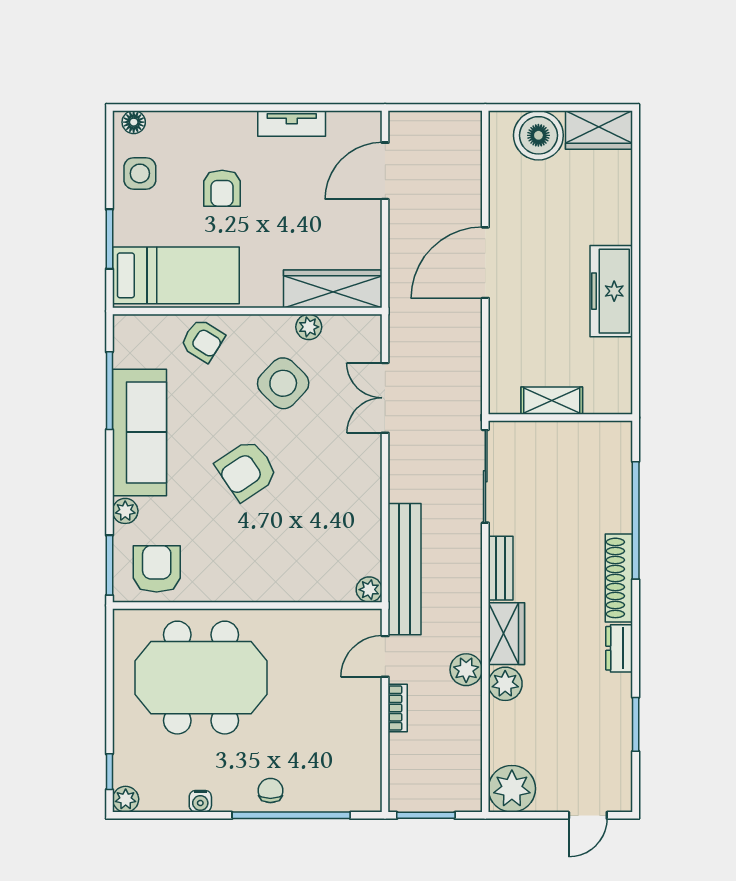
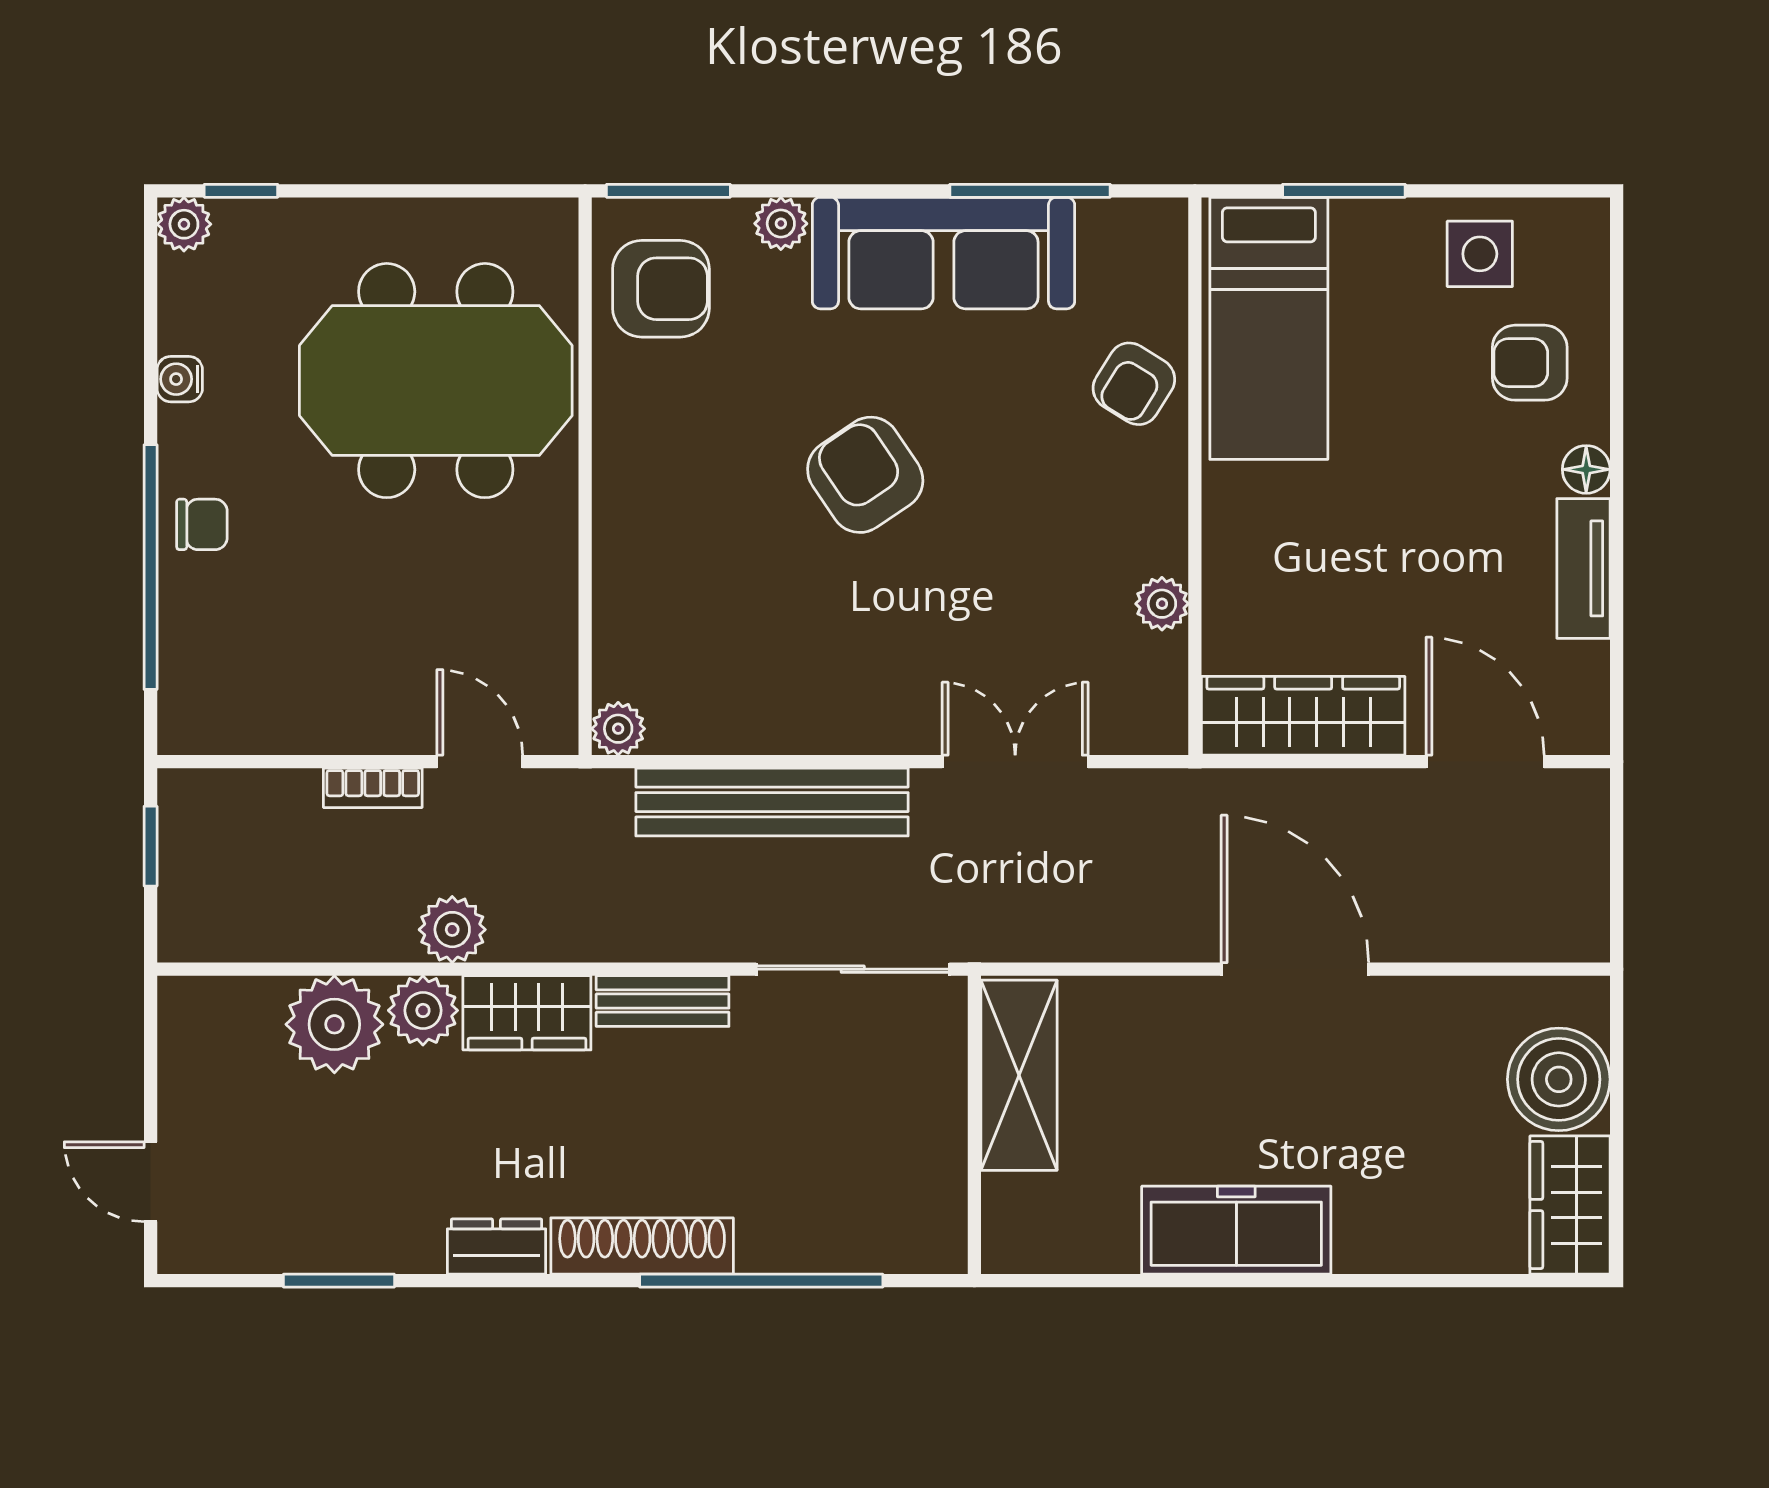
floor lamp: (134, 122) -> (1586, 469), moved
armchair: (222, 188) -> (1530, 363), moved
wardrobe: (333, 289) -> (1303, 716), moved, turned -90
side table: (283, 383) -> (1045, 551), removed
shelving: (552, 401) -> (1019, 1075), width x1.50, depth x1.33
bench: (405, 569) -> (772, 802), moved
meeting table: (201, 678) -> (436, 381), turned 90
plant: (512, 789) -> (334, 1024), moved
window: (426, 815) -> (151, 846), width x0.67

